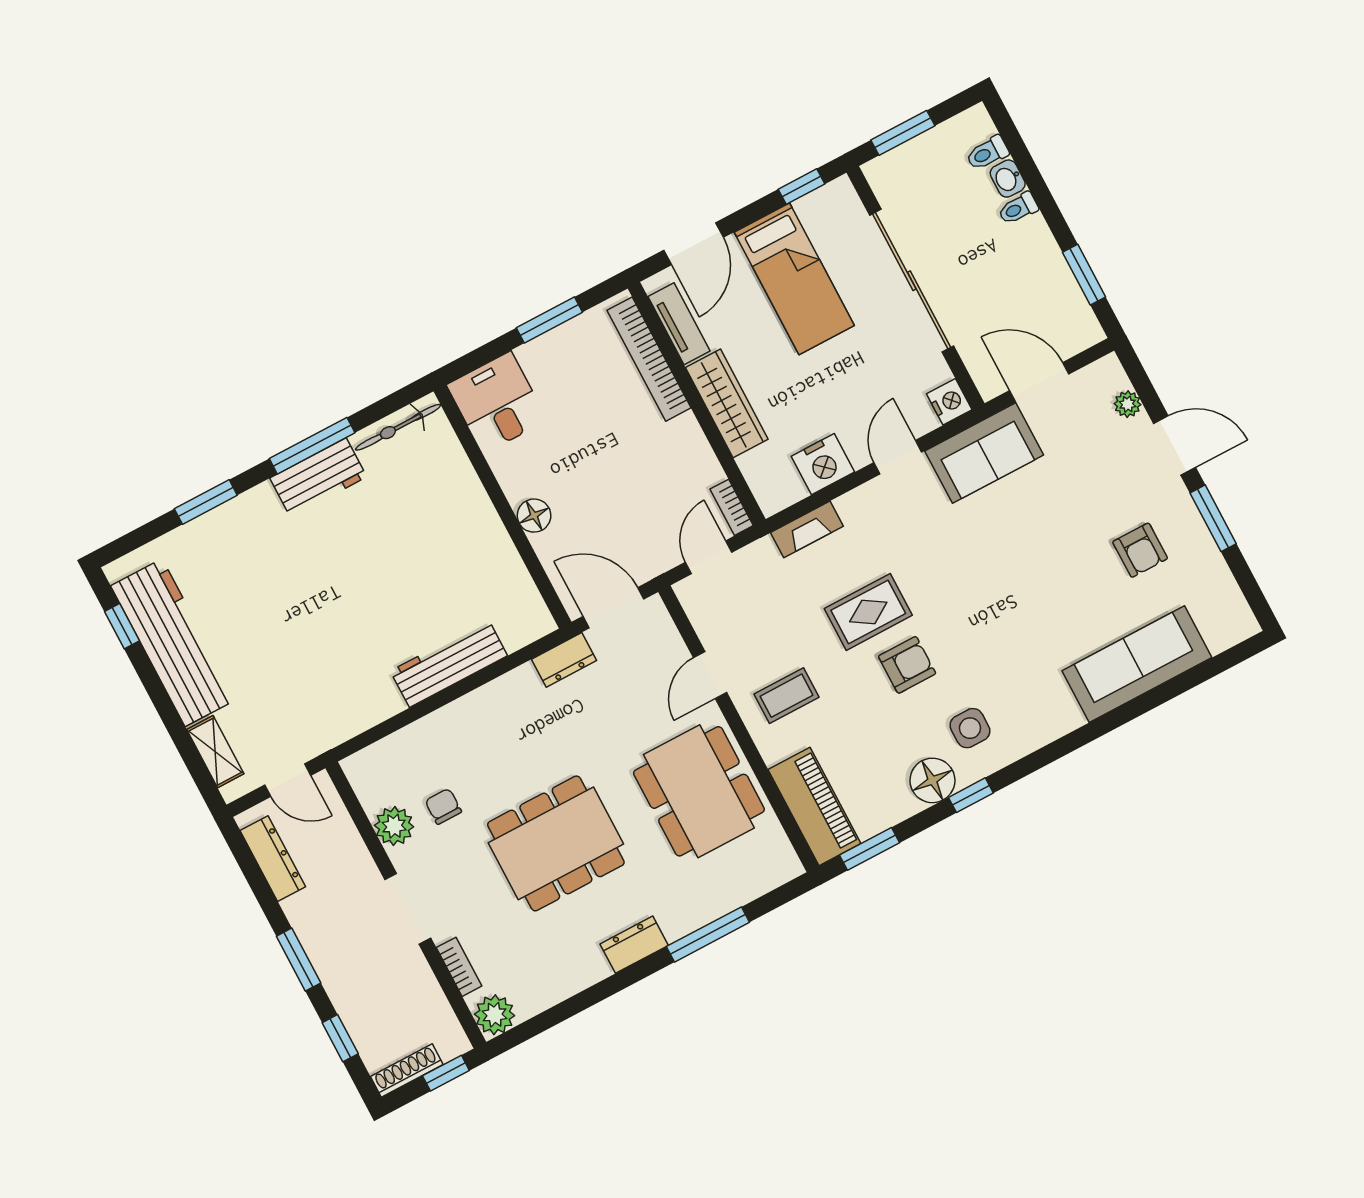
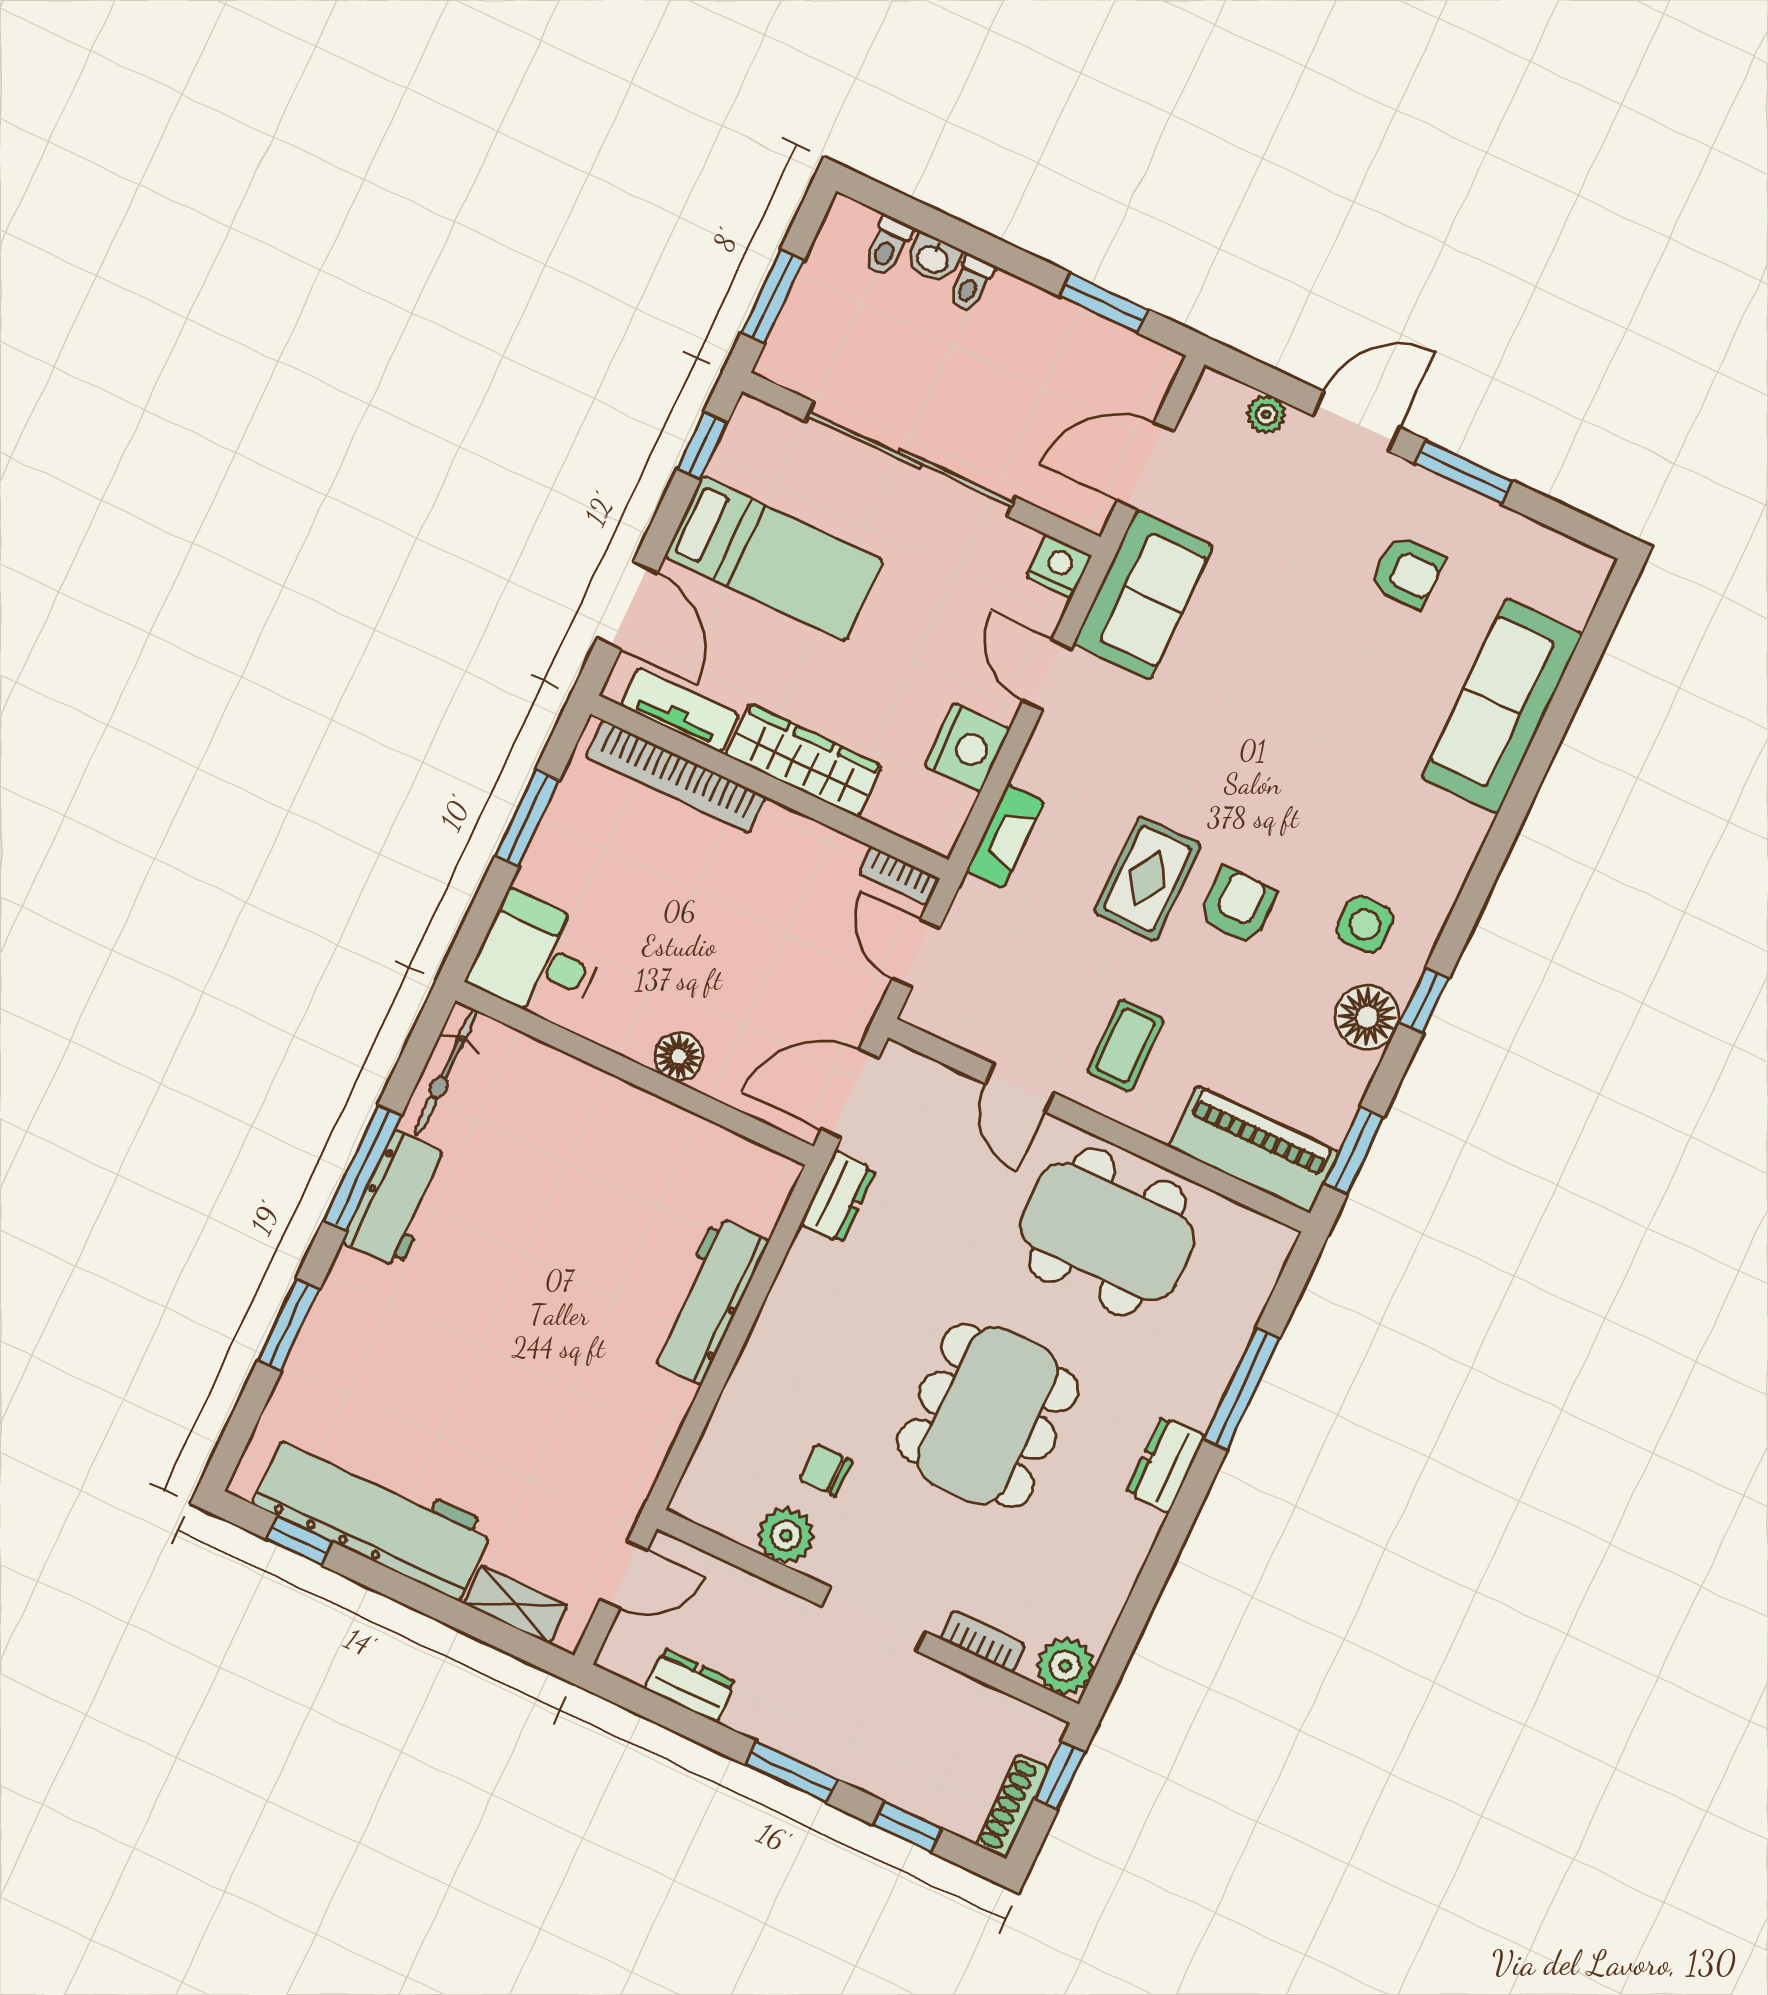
dresser: (273, 859) -> (690, 1685), width x0.70

